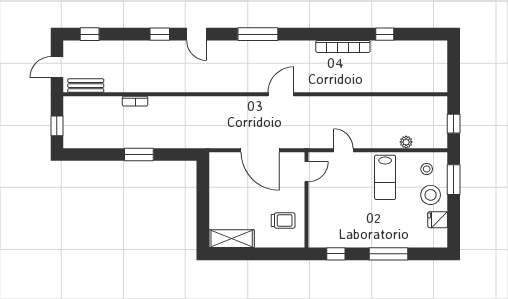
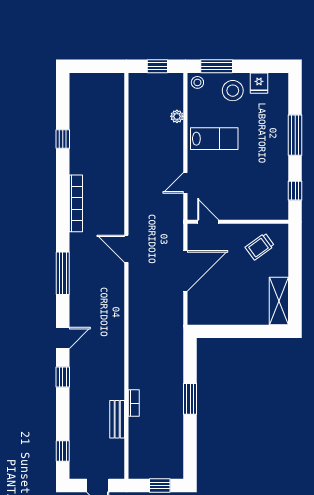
bookcase: (343, 46) -> (76, 203), moved
bench: (86, 86) -> (117, 419), moved
stool: (427, 169) -> (197, 82), moved
trolley: (283, 220) -> (260, 247), turned -126

